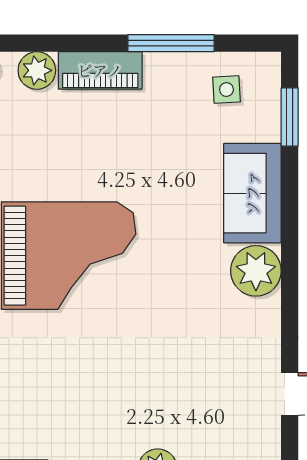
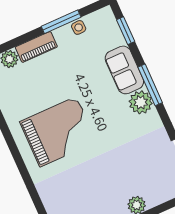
side table: (226, 90) -> (79, 27), moved
window: (290, 245) -> (150, 85), added

